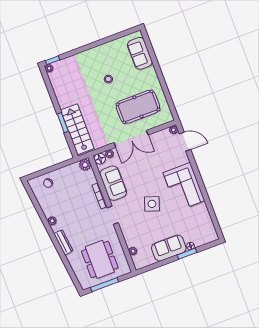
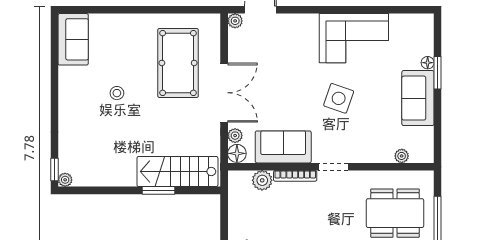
sofa: (140, 53) -> (73, 39), moved, turned -90
plant: (85, 165) -> (262, 180), moved
corner sofa: (184, 187) -> (354, 38), moved

